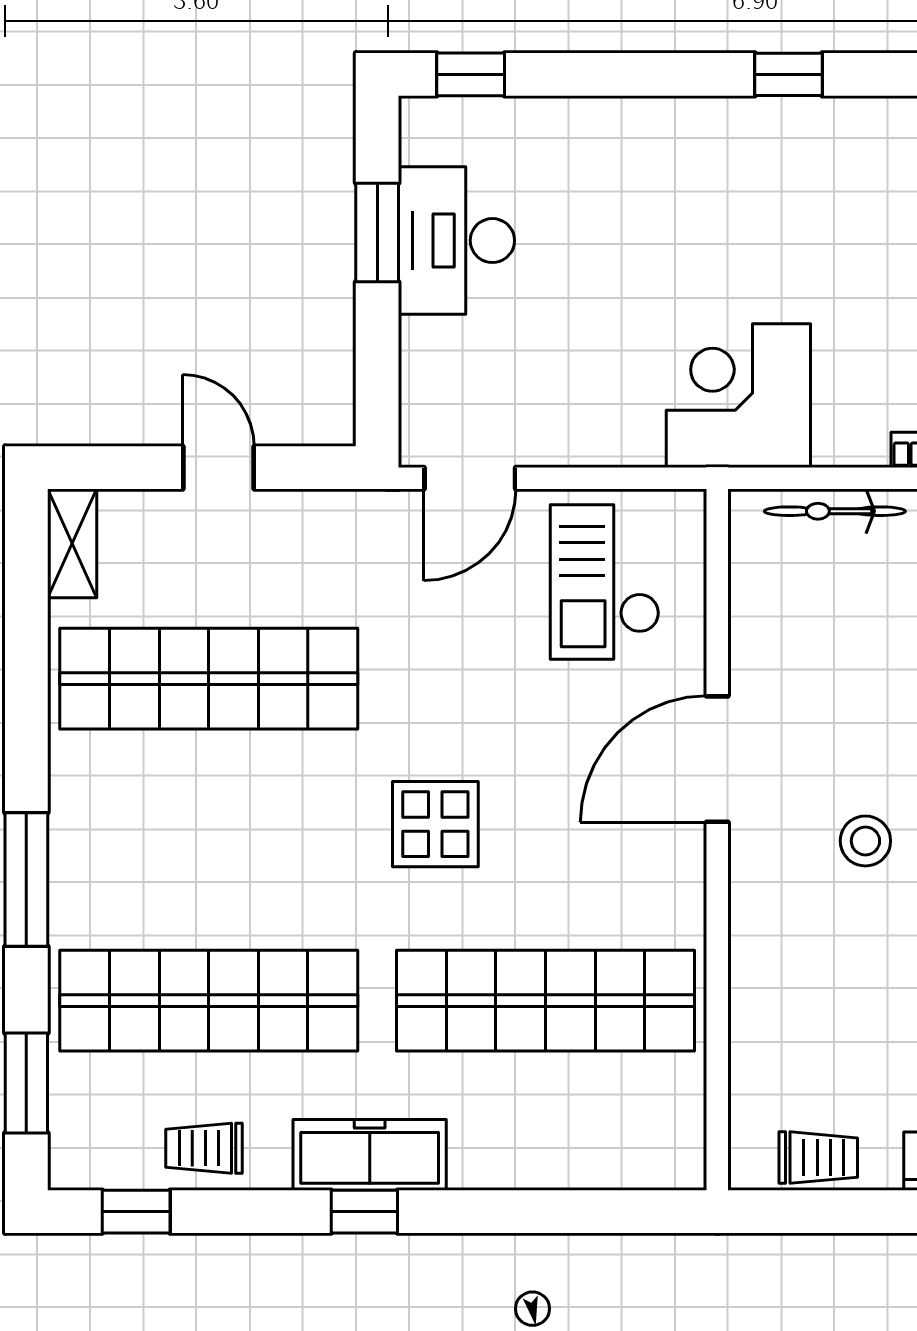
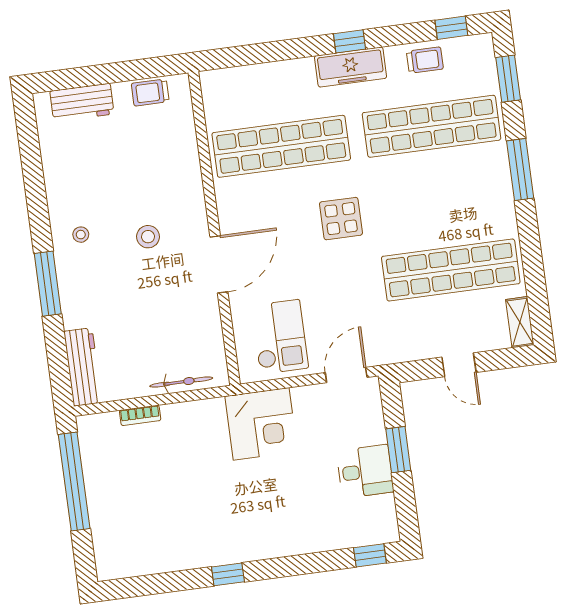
window: (377, 232) -> (398, 450), moved
desk: (456, 241) -> (365, 471), width x0.73
corner desk: (738, 396) -> (261, 424), moved

